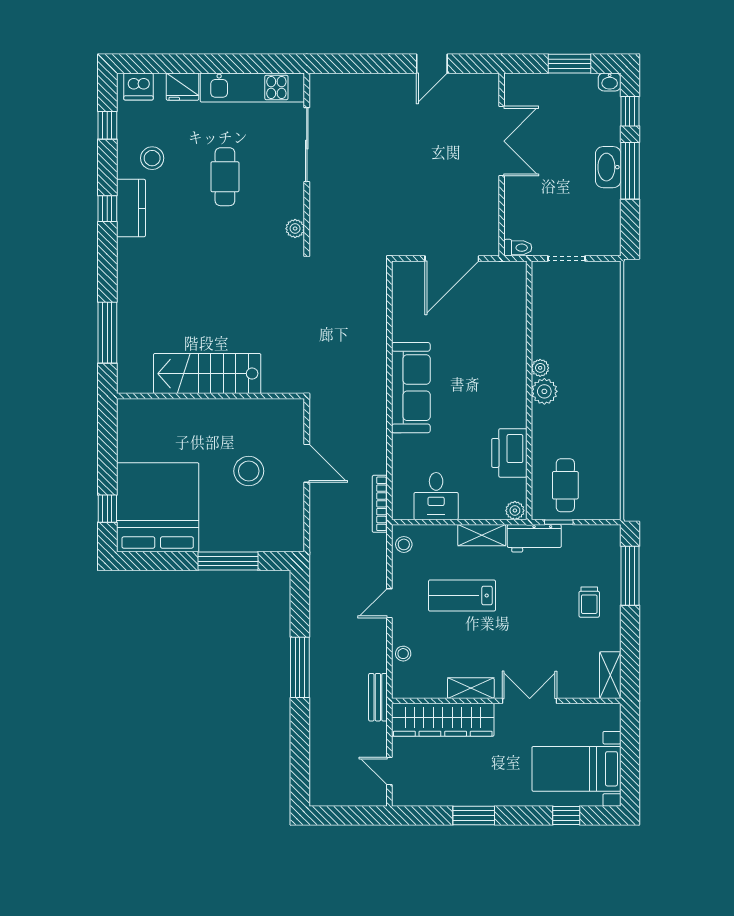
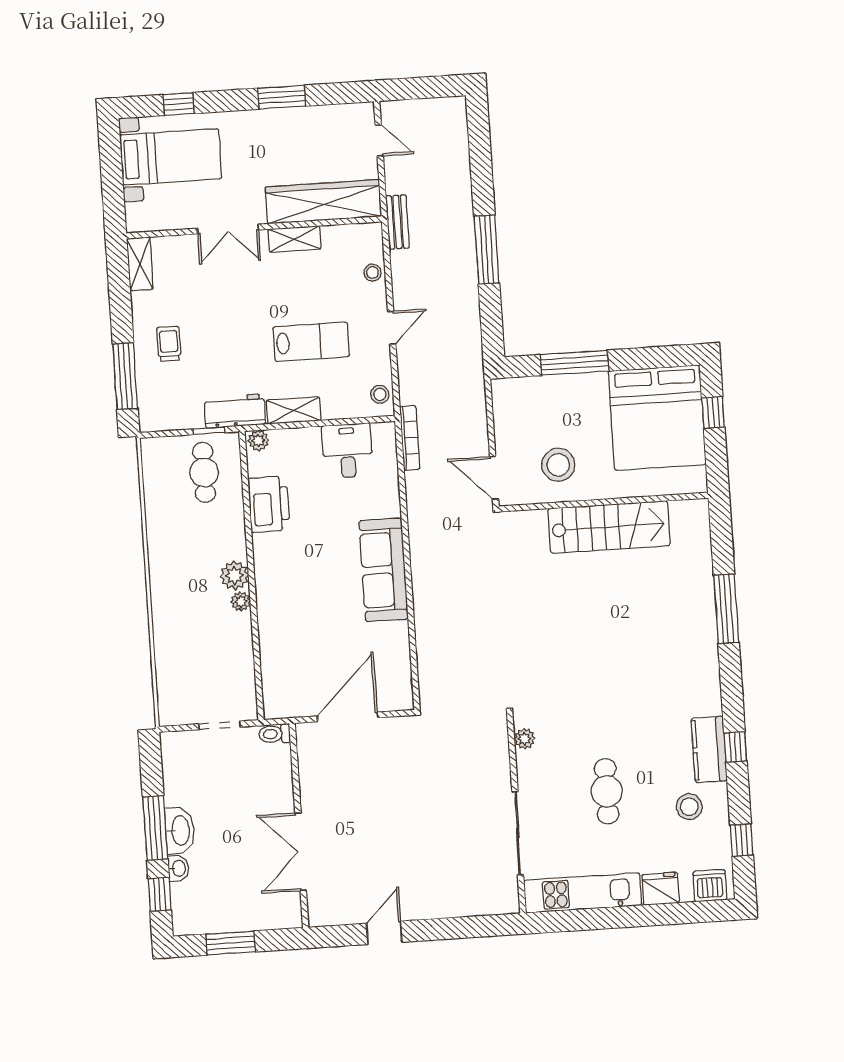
washbasin: (610, 82) -> (178, 868), moved, turned 90
stairs: (207, 374) -> (609, 527), moved
wall: (211, 396) -> (604, 502), moved

